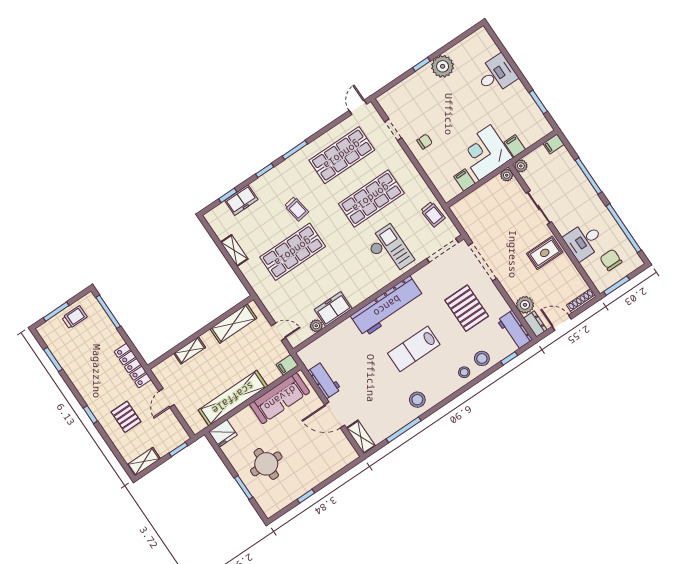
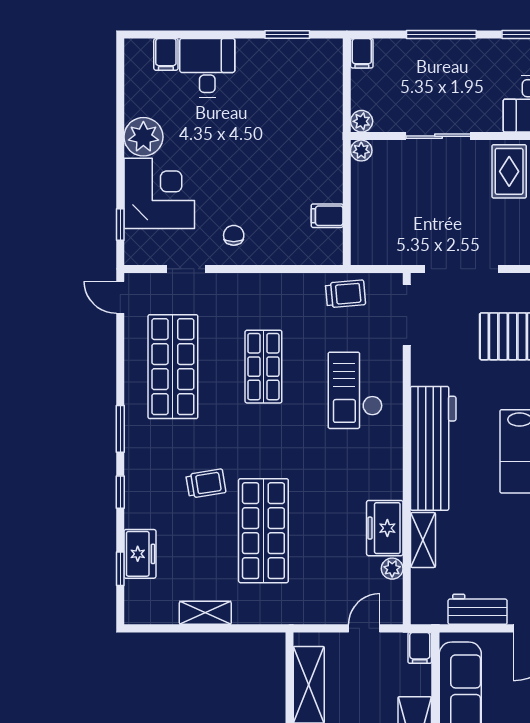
window: (421, 64) -> (120, 225), moved
filing cabinet: (515, 146) -> (166, 54), moved, turned -90
corner desk: (485, 153) -> (159, 193), moved, turned 180
shop shelf: (371, 198) -> (263, 367), width x0.70, depth x0.74
checkout: (390, 250) -> (355, 390), turned -90
shelving: (340, 331) -> (423, 540), added

